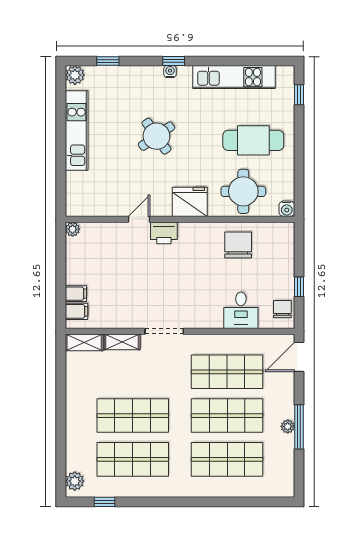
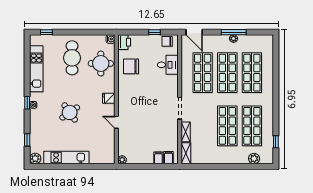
fridge: (190, 202) -> (109, 98), width x0.53, depth x0.75
printer: (164, 233) -> (124, 42), moved
plant: (75, 481) -> (254, 159), moved

